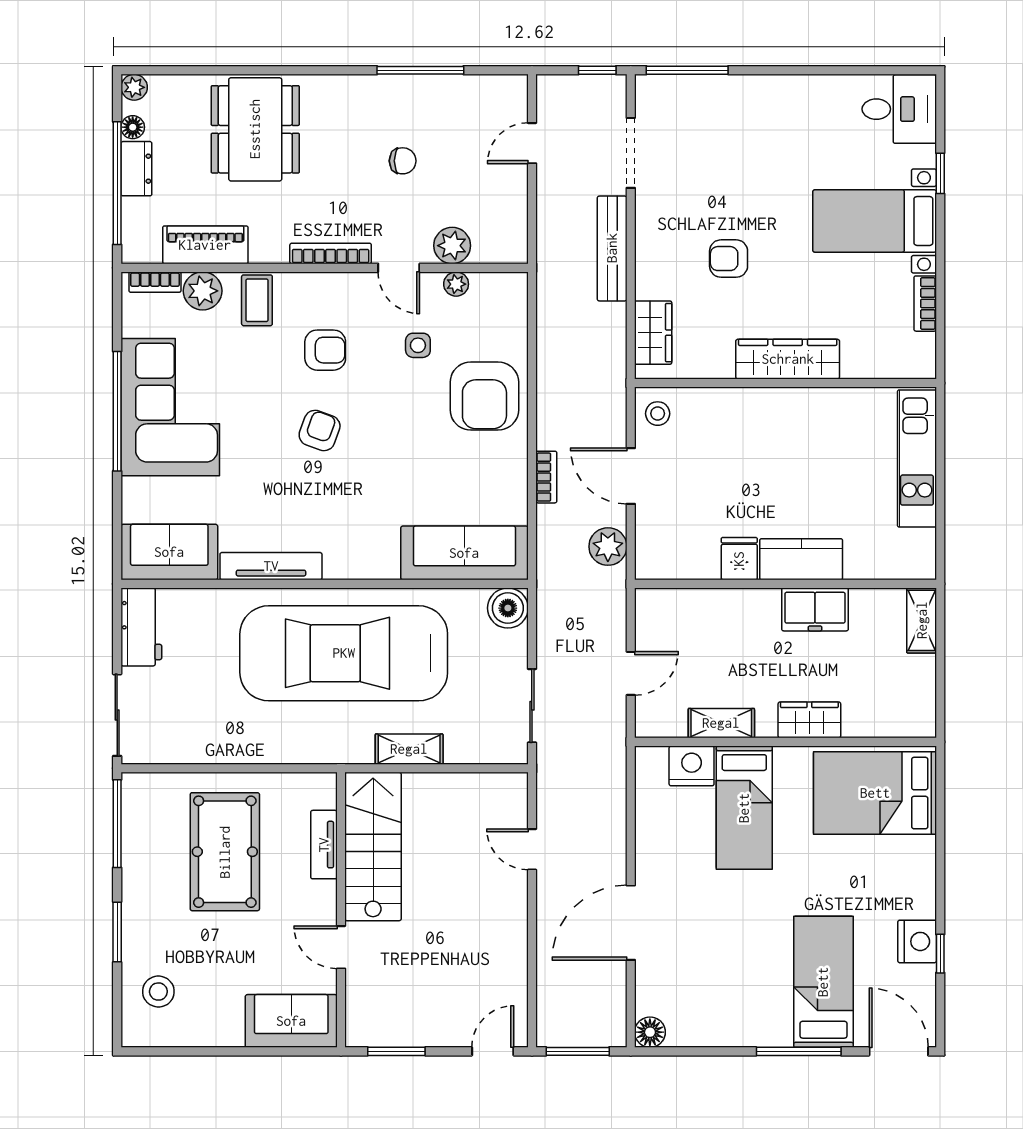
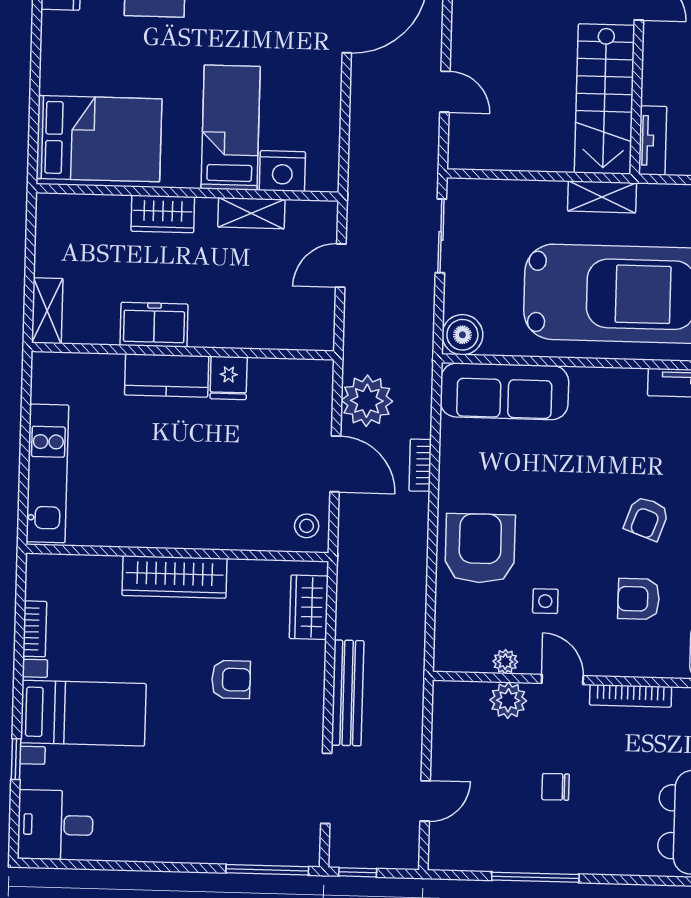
plant: (608, 547) -> (367, 401), width x1.36, depth x1.36
shelving: (409, 749) -> (602, 197), moved
tv unit: (324, 845) -> (653, 141), moved

